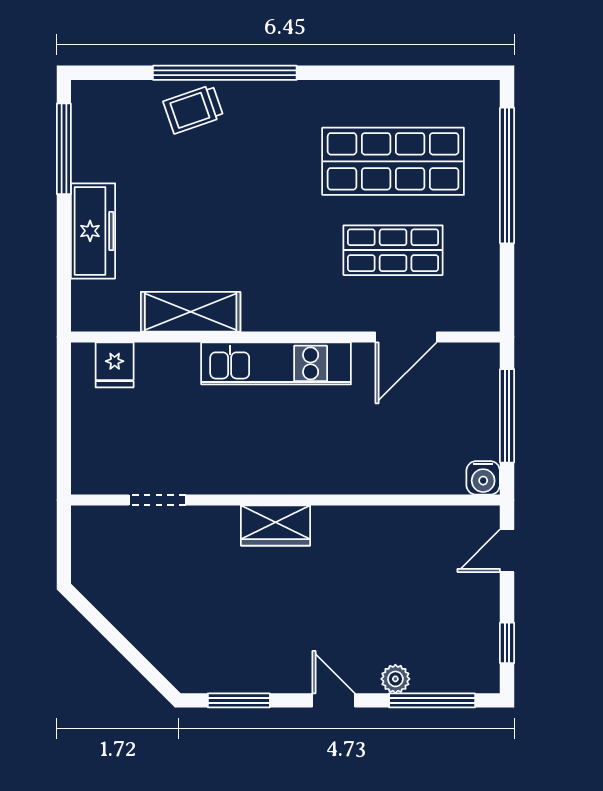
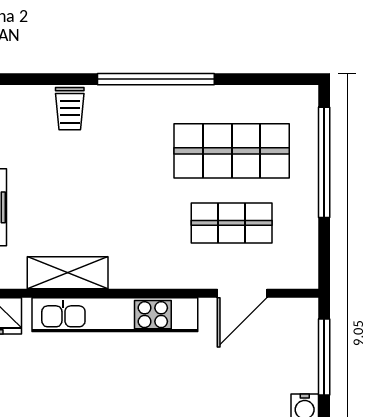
window: (225, 73) -> (156, 79), moved
trolley: (193, 109) -> (70, 109), turned -71
kitchen unit: (276, 363) -> (115, 315), width x1.36

